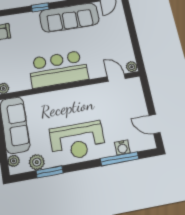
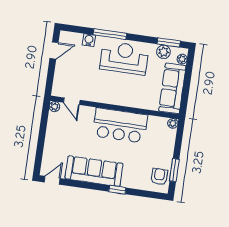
door: (155, 124) -> (54, 50), hinge flipped
window: (120, 159) -> (110, 34), moved
window: (50, 172) -> (169, 43), moved

